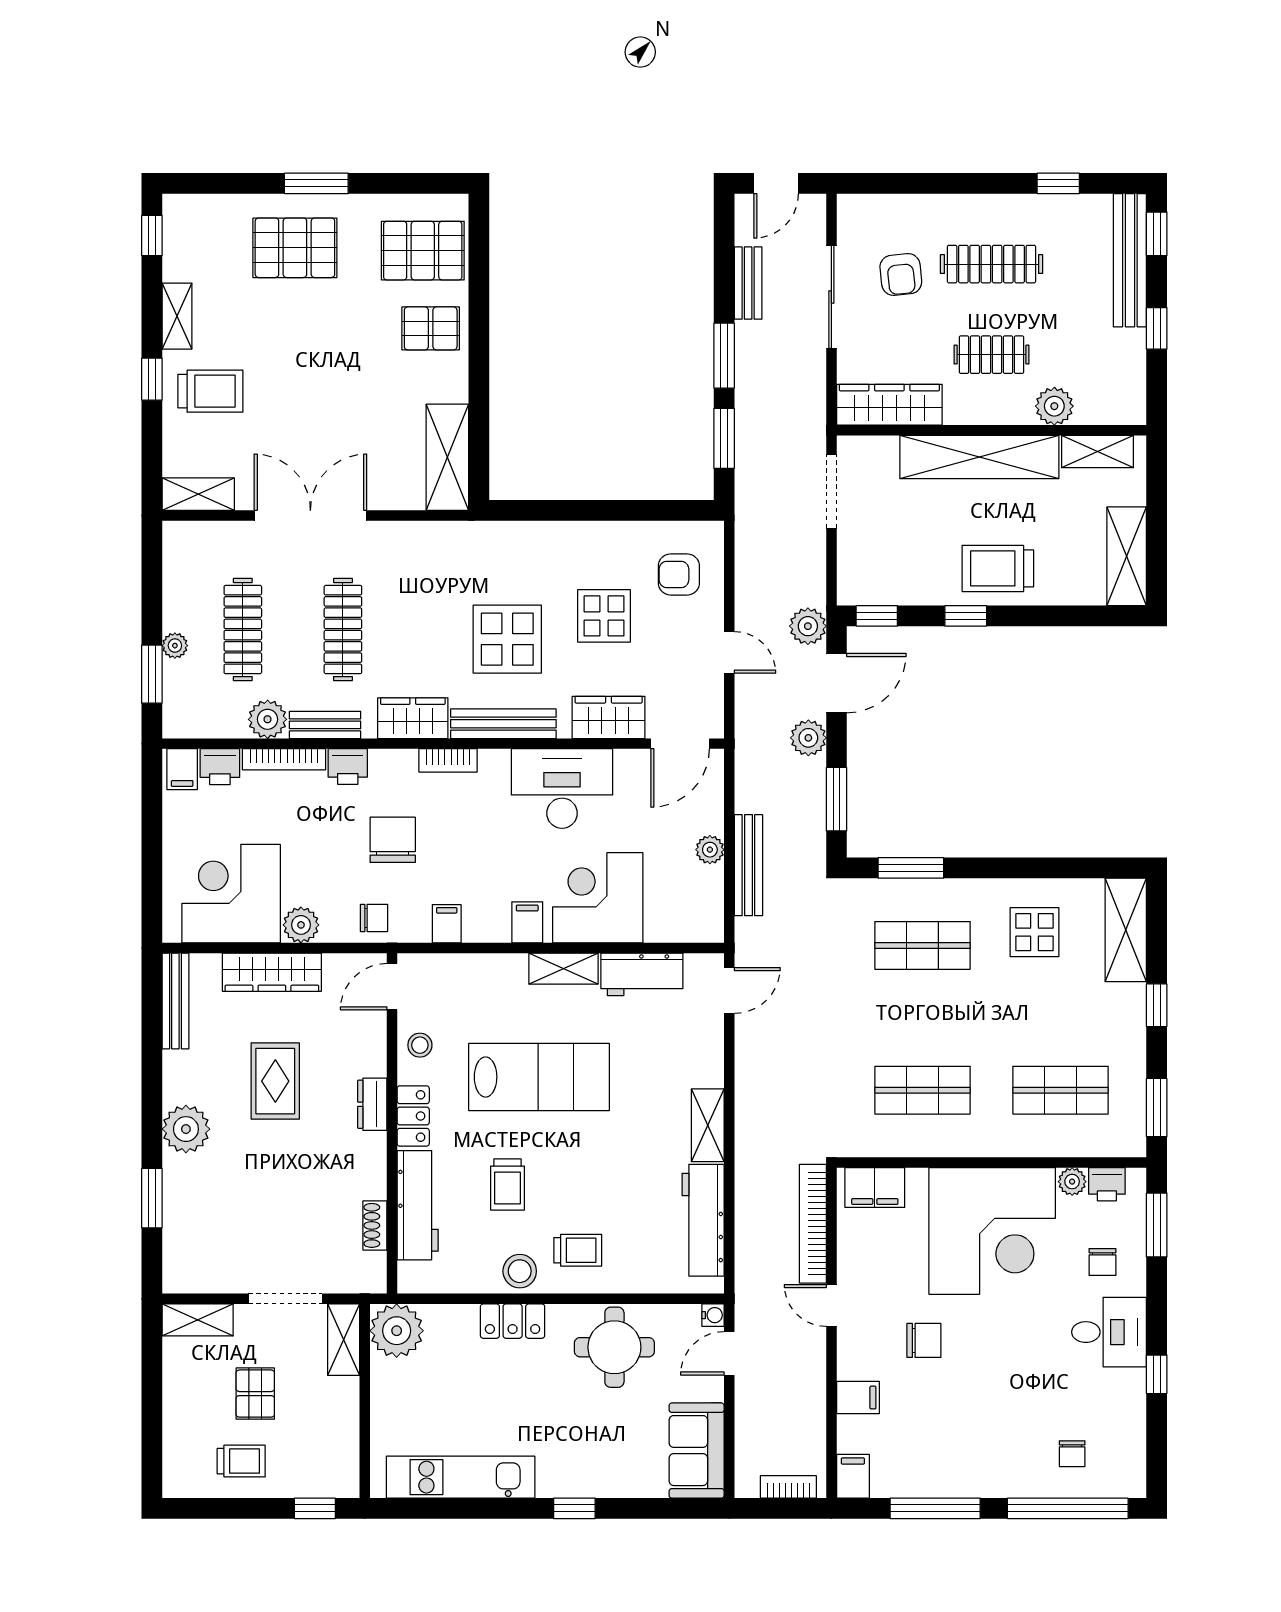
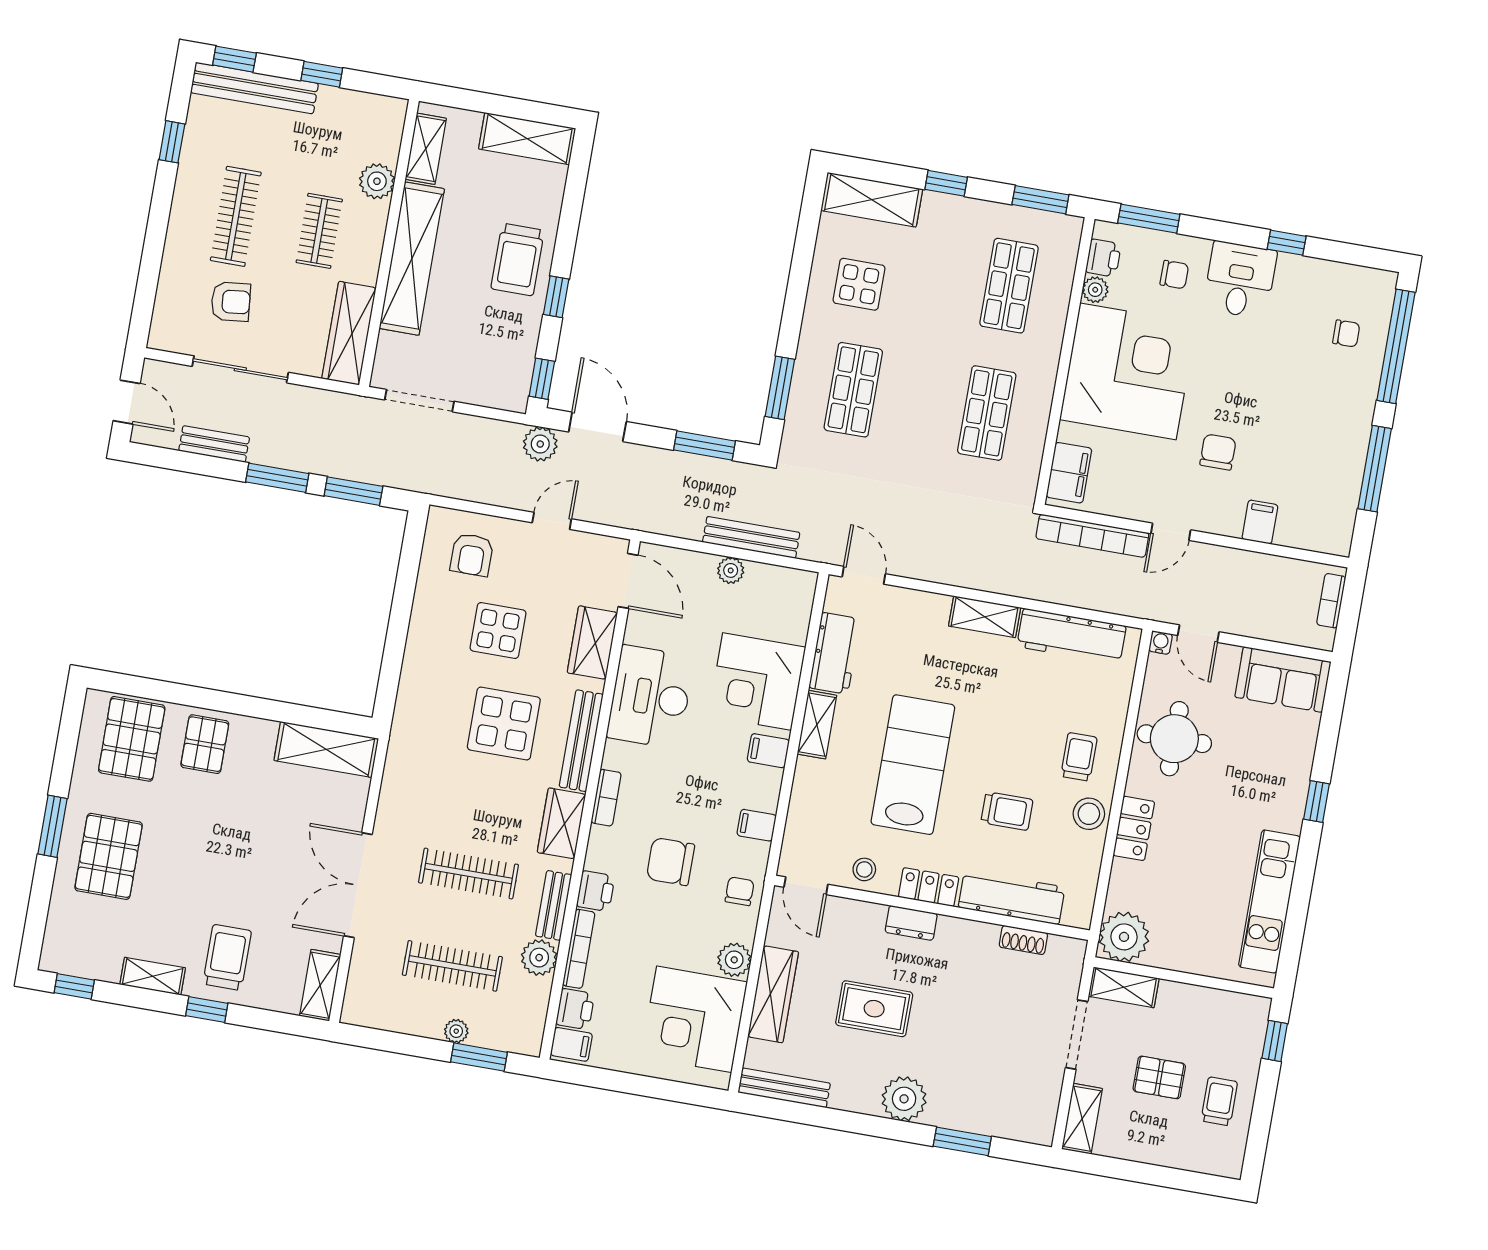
plant: (808, 738) -> (643, 462), removed
filing cabinet: (853, 1476) -> (1332, 539), removed

